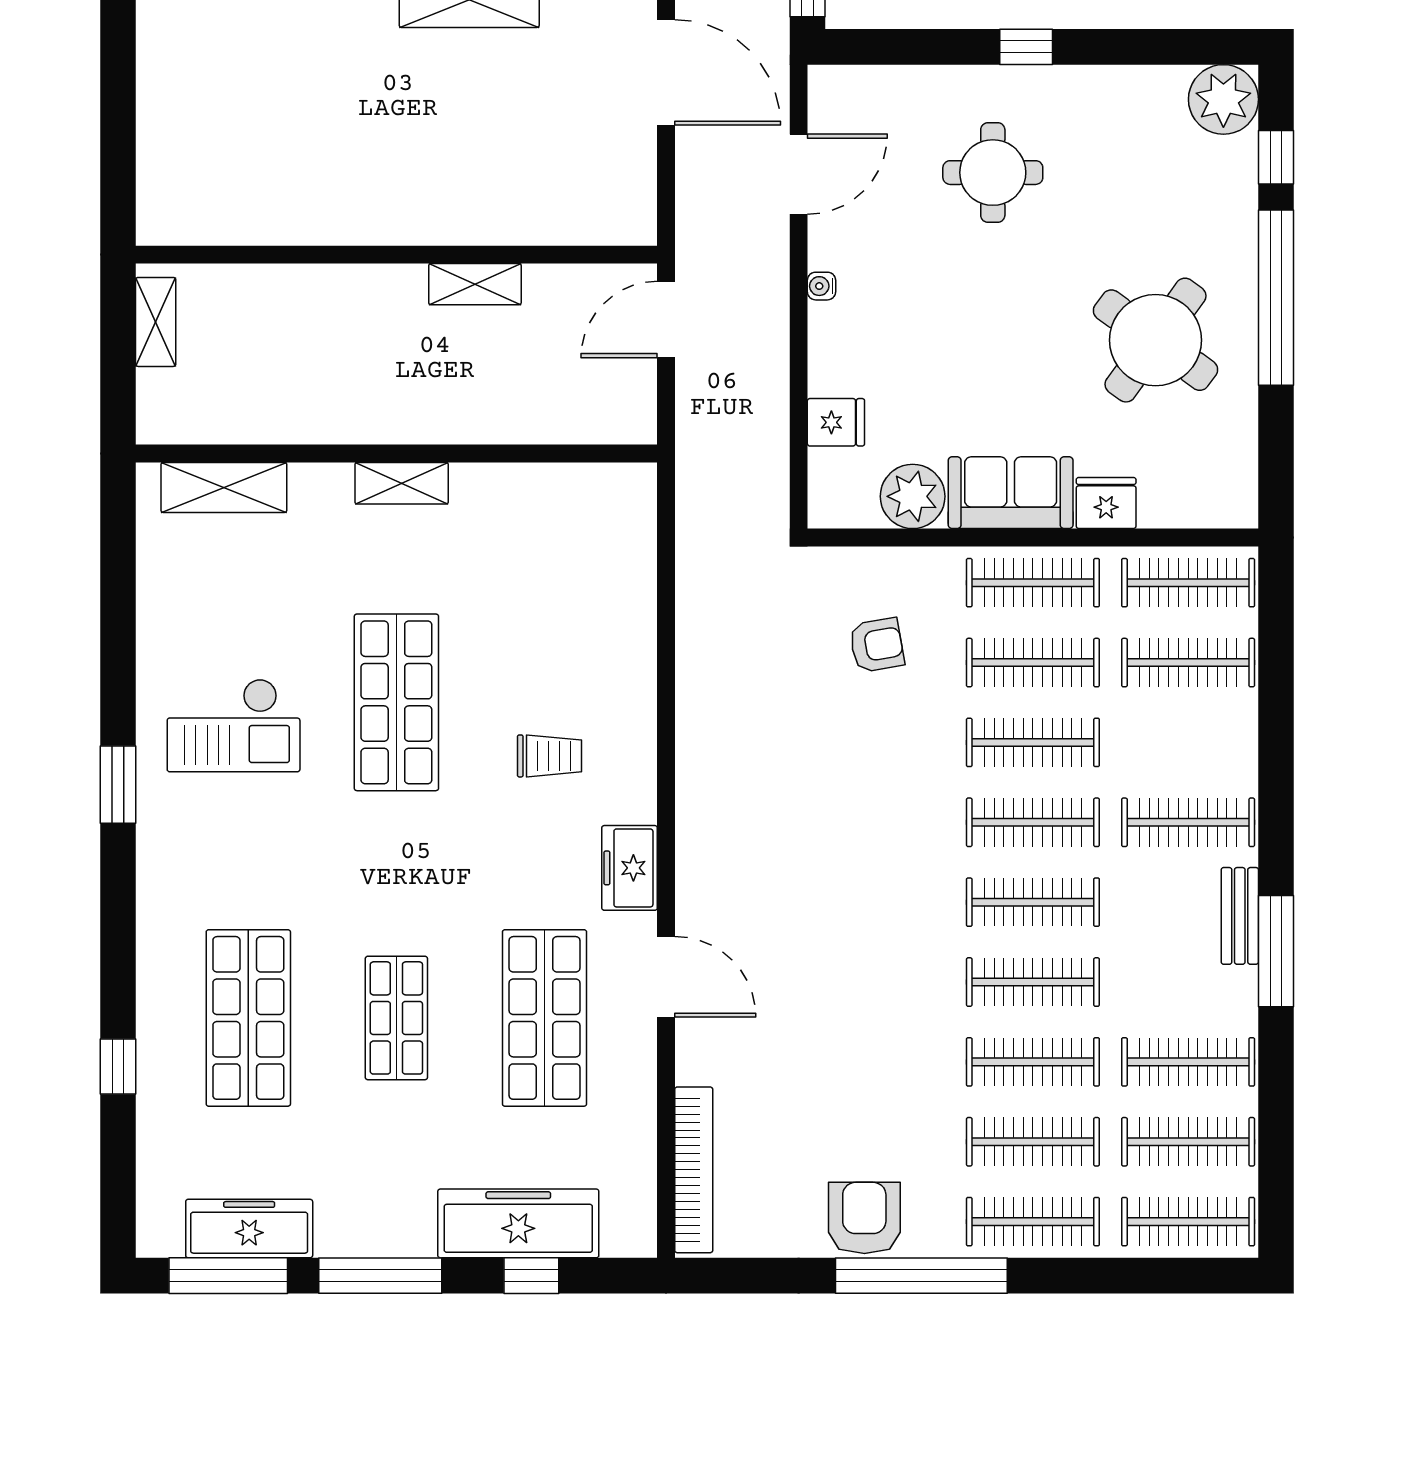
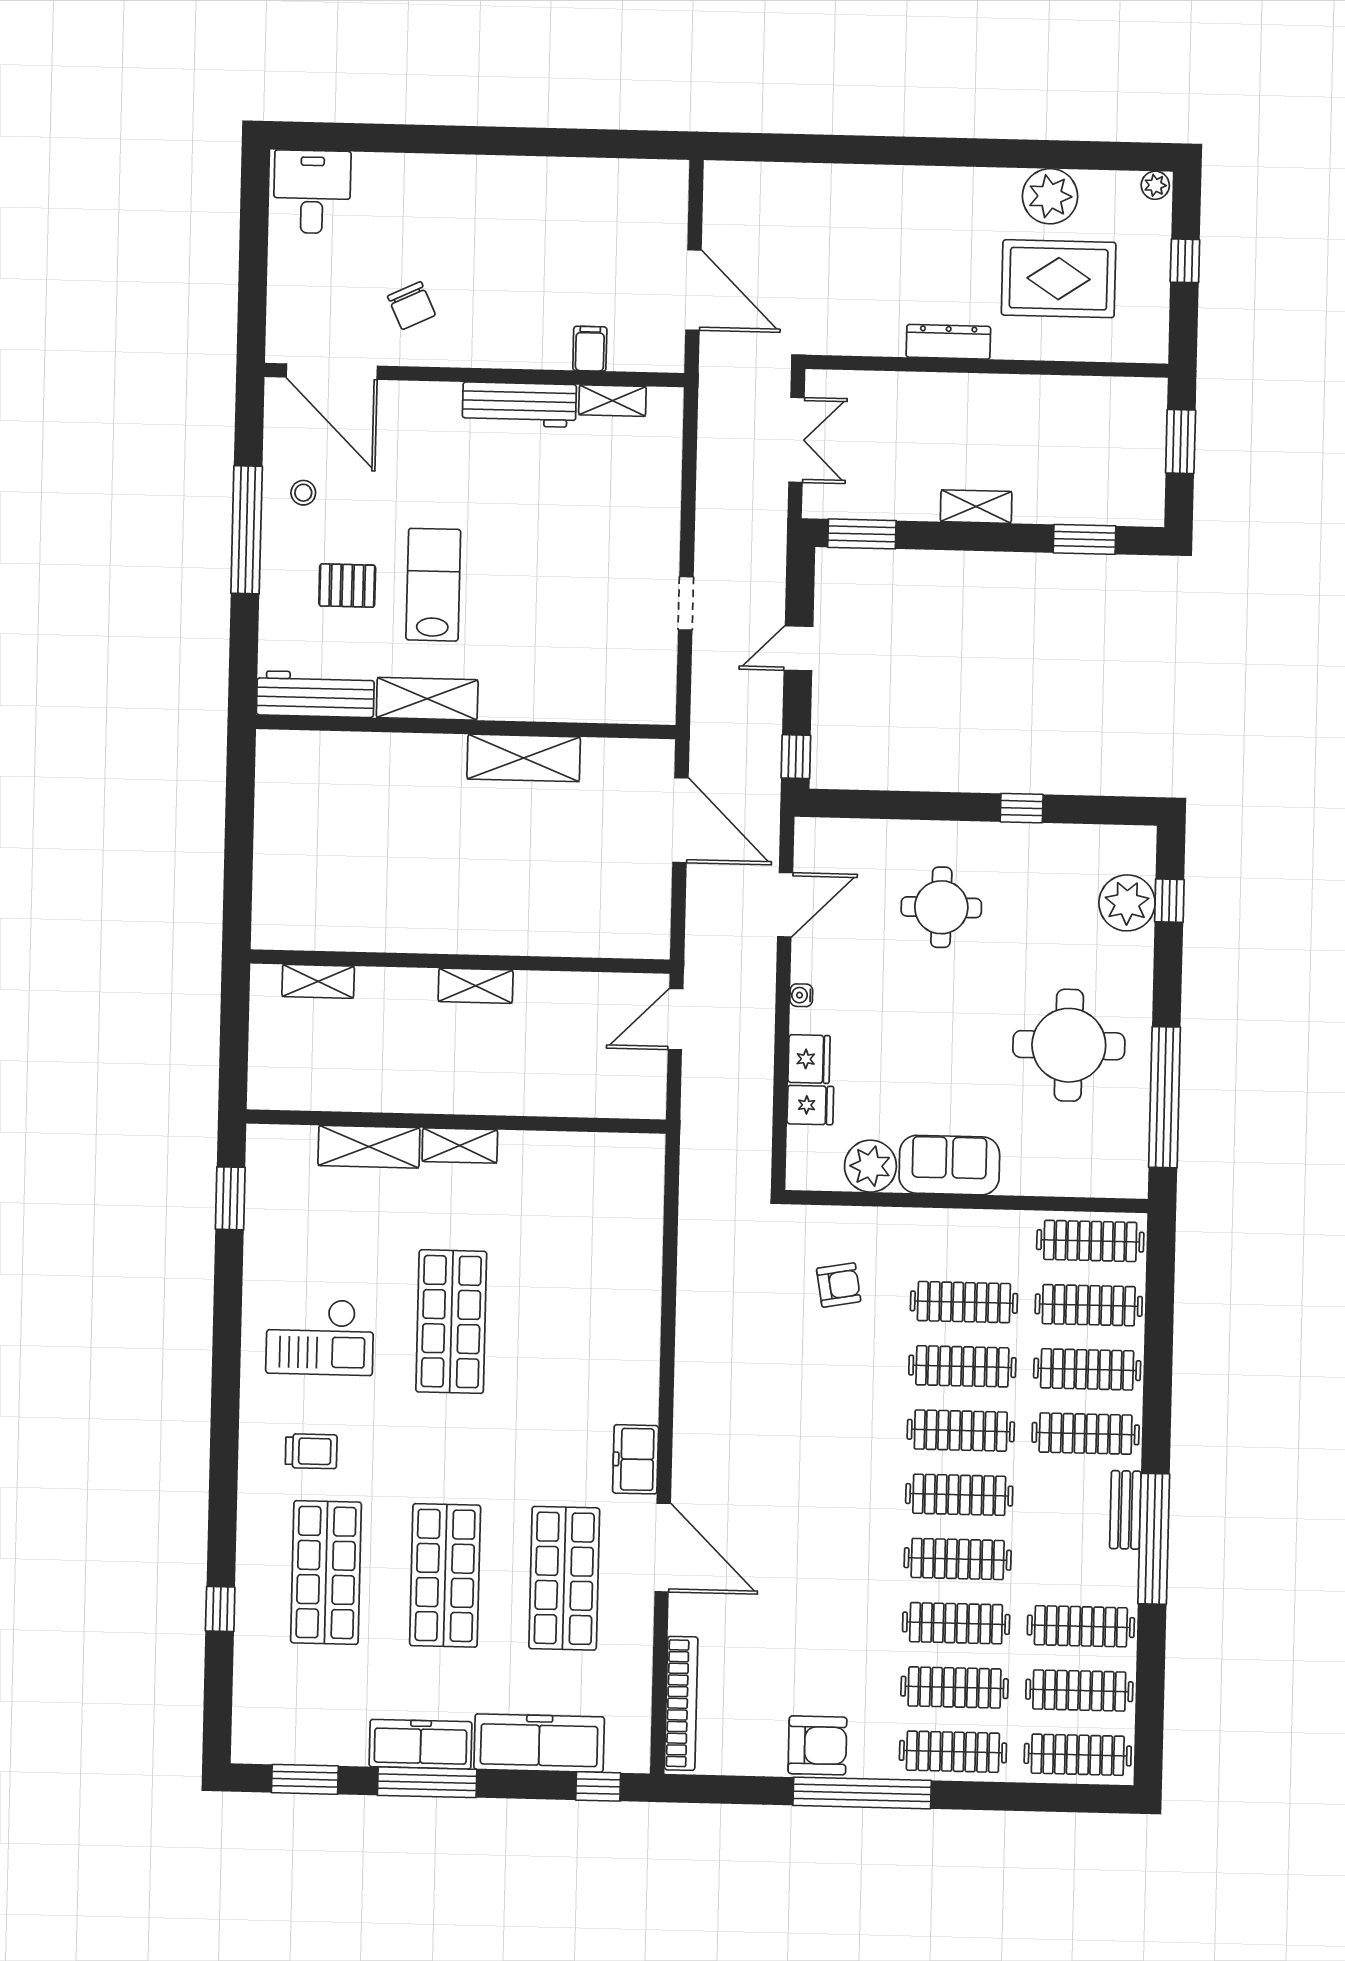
window: (1026, 47) -> (1022, 808), moved
plant: (1223, 99) -> (1127, 903), moved
shelving: (475, 284) -> (476, 986), moved
window: (1276, 298) -> (1165, 1097), moved
shelving: (156, 322) -> (318, 981), moved, turned 90
round table: (1156, 340) -> (1069, 1045), turned -36
shelving: (224, 487) -> (369, 1147), moved
fridge: (1106, 503) -> (809, 1059), moved, turned 90
clothes rail: (1033, 583) -> (1087, 1369), moved
trolley: (550, 756) -> (311, 1451), moved
window: (118, 785) -> (230, 1198), moved
window: (1276, 951) -> (1154, 1539), width x1.46
door: (666, 977) -> (663, 1548), width x1.36
shop shelf: (396, 1018) -> (445, 1575), width x1.43, depth x1.36
armchair: (864, 1218) -> (817, 1745), turned 90
freezer: (249, 1229) -> (421, 1744), moved
window: (228, 1276) -> (305, 1779), width x0.69
window: (531, 1276) -> (598, 1786), moved

